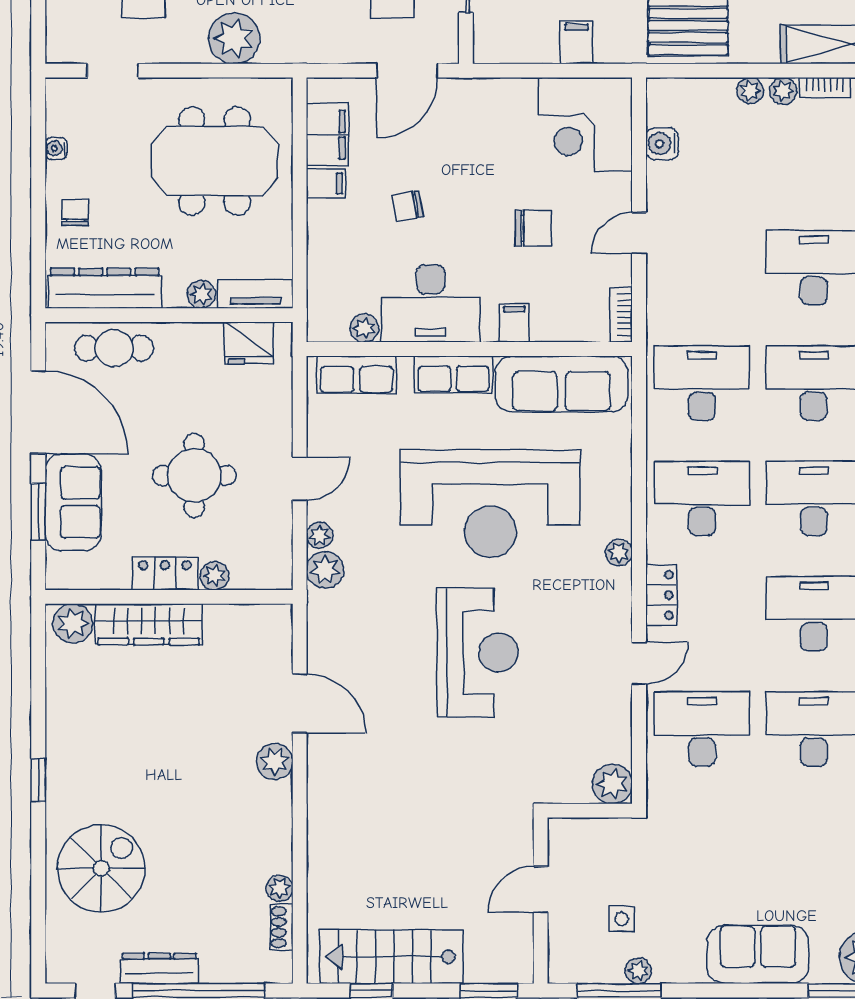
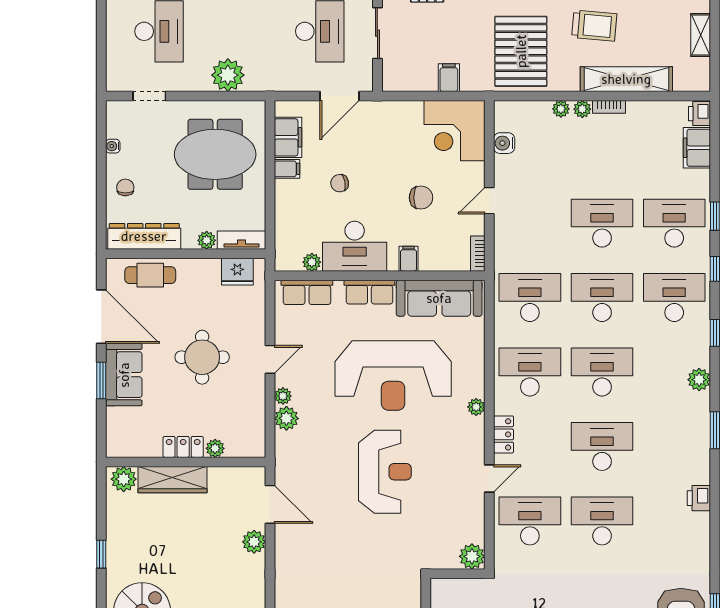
locker: (165, 574) -> (183, 447), moved
plant: (214, 576) -> (215, 448), moved
wall: (169, 597) -> (186, 462), moved
plant: (73, 623) -> (124, 479), moved
wardrobe: (149, 624) -> (173, 480), moved

